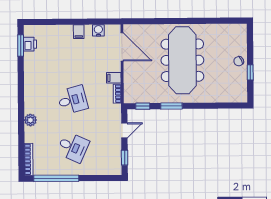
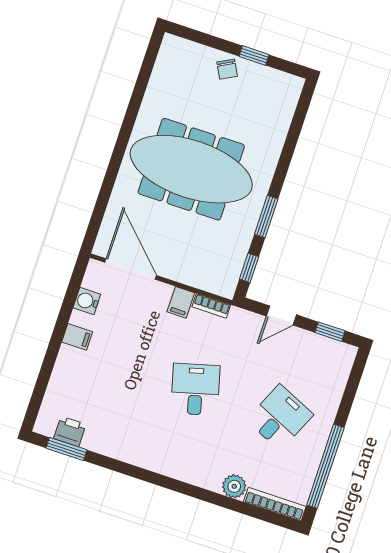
door: (122, 47) -> (131, 269), hinge flipped
plant: (30, 120) -> (234, 486), moved
door: (124, 130) -> (281, 315), swing flipped

